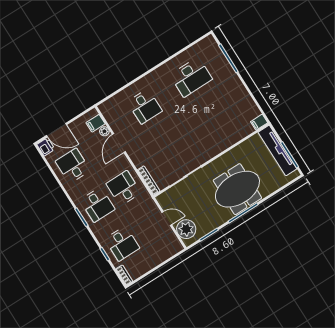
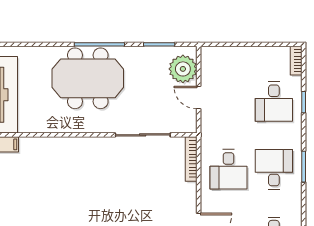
desk: (122, 244) -> (274, 102), turned 180

